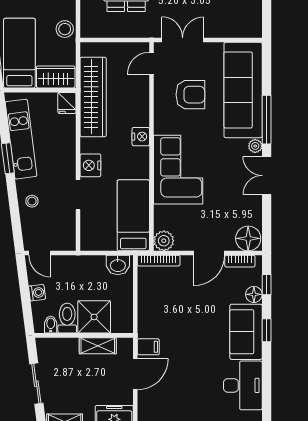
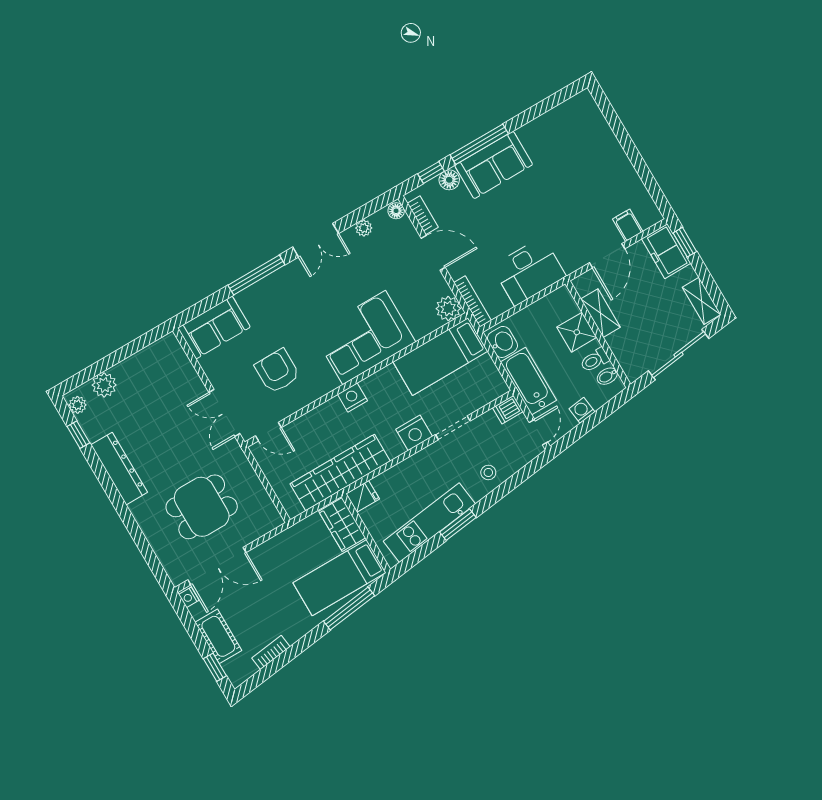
stool: (65, 29) -> (286, 545), removed
sofa: (243, 90) -> (214, 328), width x0.54, depth x0.79
plant: (255, 146) -> (364, 228), moved
floor lamp: (248, 238) -> (396, 211), width x0.53, depth x0.53
dishwasher: (68, 241) -> (508, 410), added
bathtub: (80, 267) -> (528, 381), added
shower: (94, 317) -> (577, 332), width x0.73, depth x0.73
toilet: (67, 318) -> (595, 360), width x0.73, depth x0.72
window: (267, 330) -> (479, 144), width x2.17
filing cabinet: (148, 347) -> (628, 225), moved
door: (135, 374) -> (607, 256), swing flipped
sliding door: (36, 384) -> (679, 355), width x1.37
desk: (243, 385) -> (529, 271), moved, turned 180

